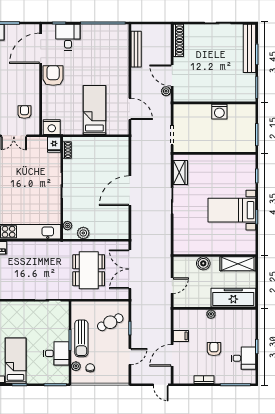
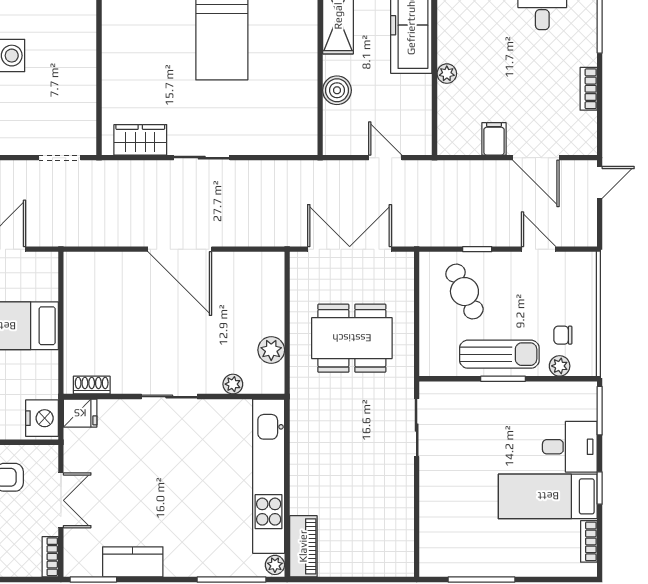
plant: (67, 226) -> (233, 384), moved
double door: (130, 269) -> (350, 249), swing flipped
armchair: (214, 349) -> (522, 67), removed
desk: (56, 353) -> (570, 447), moved, turned 90

